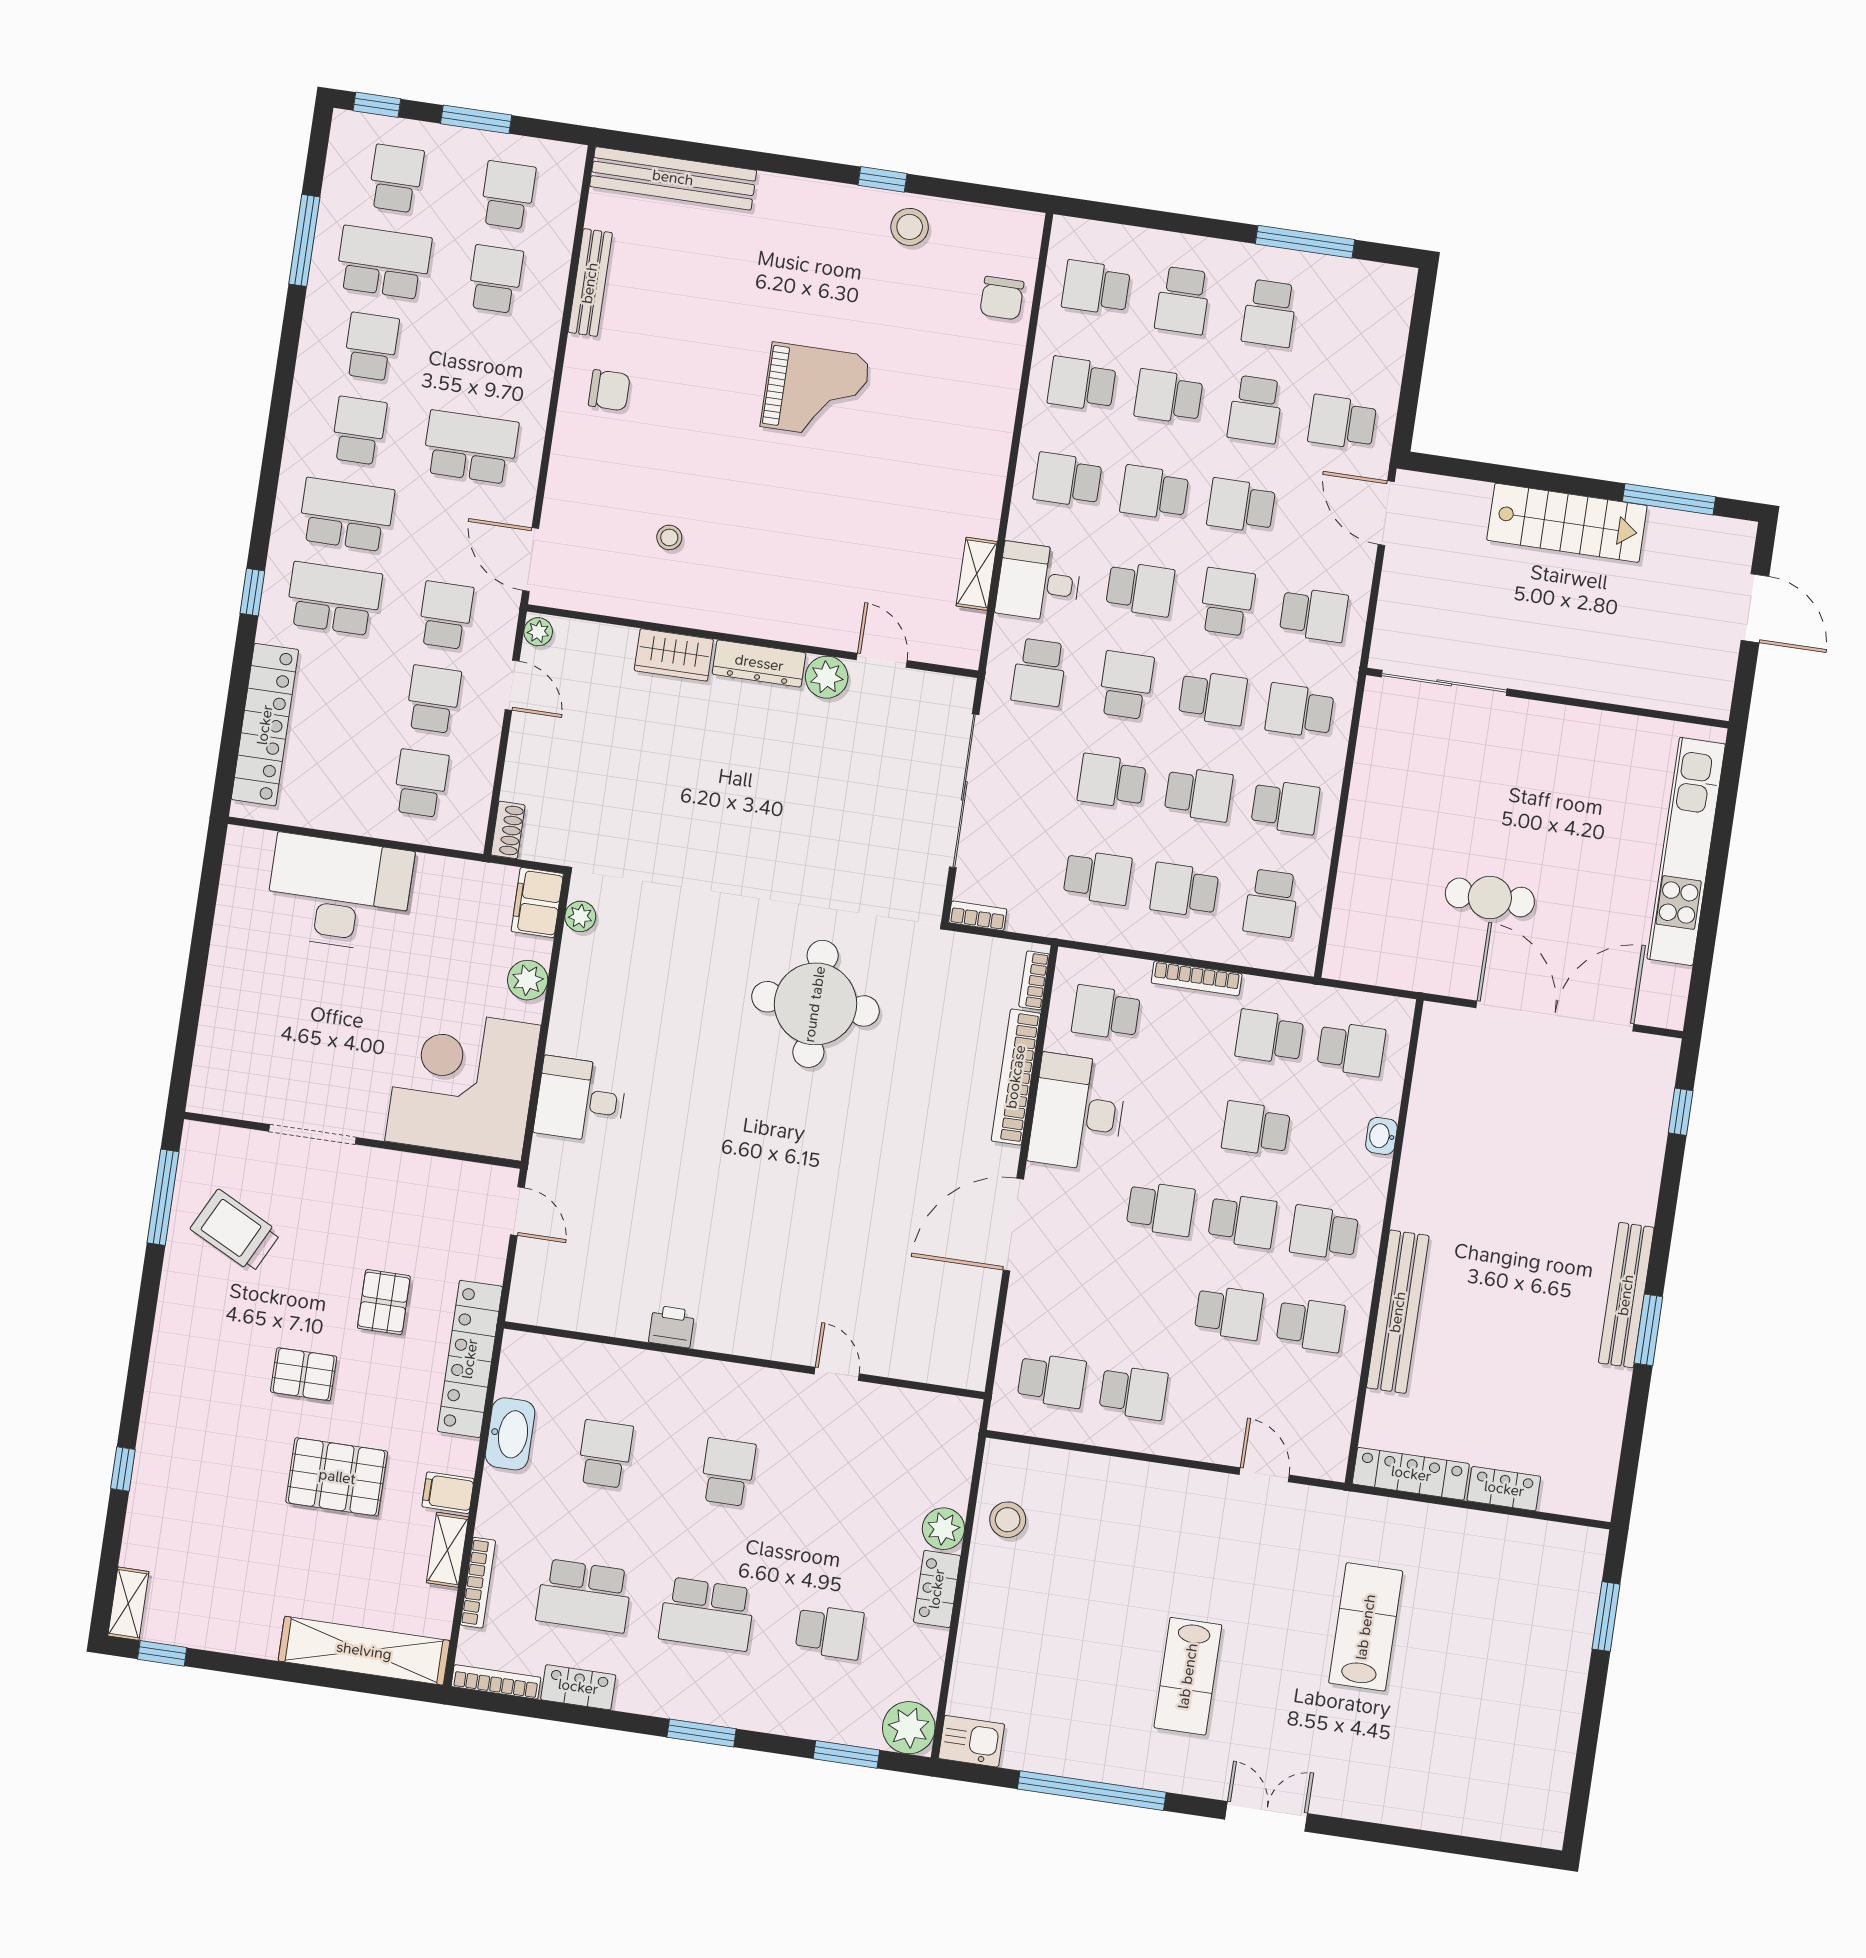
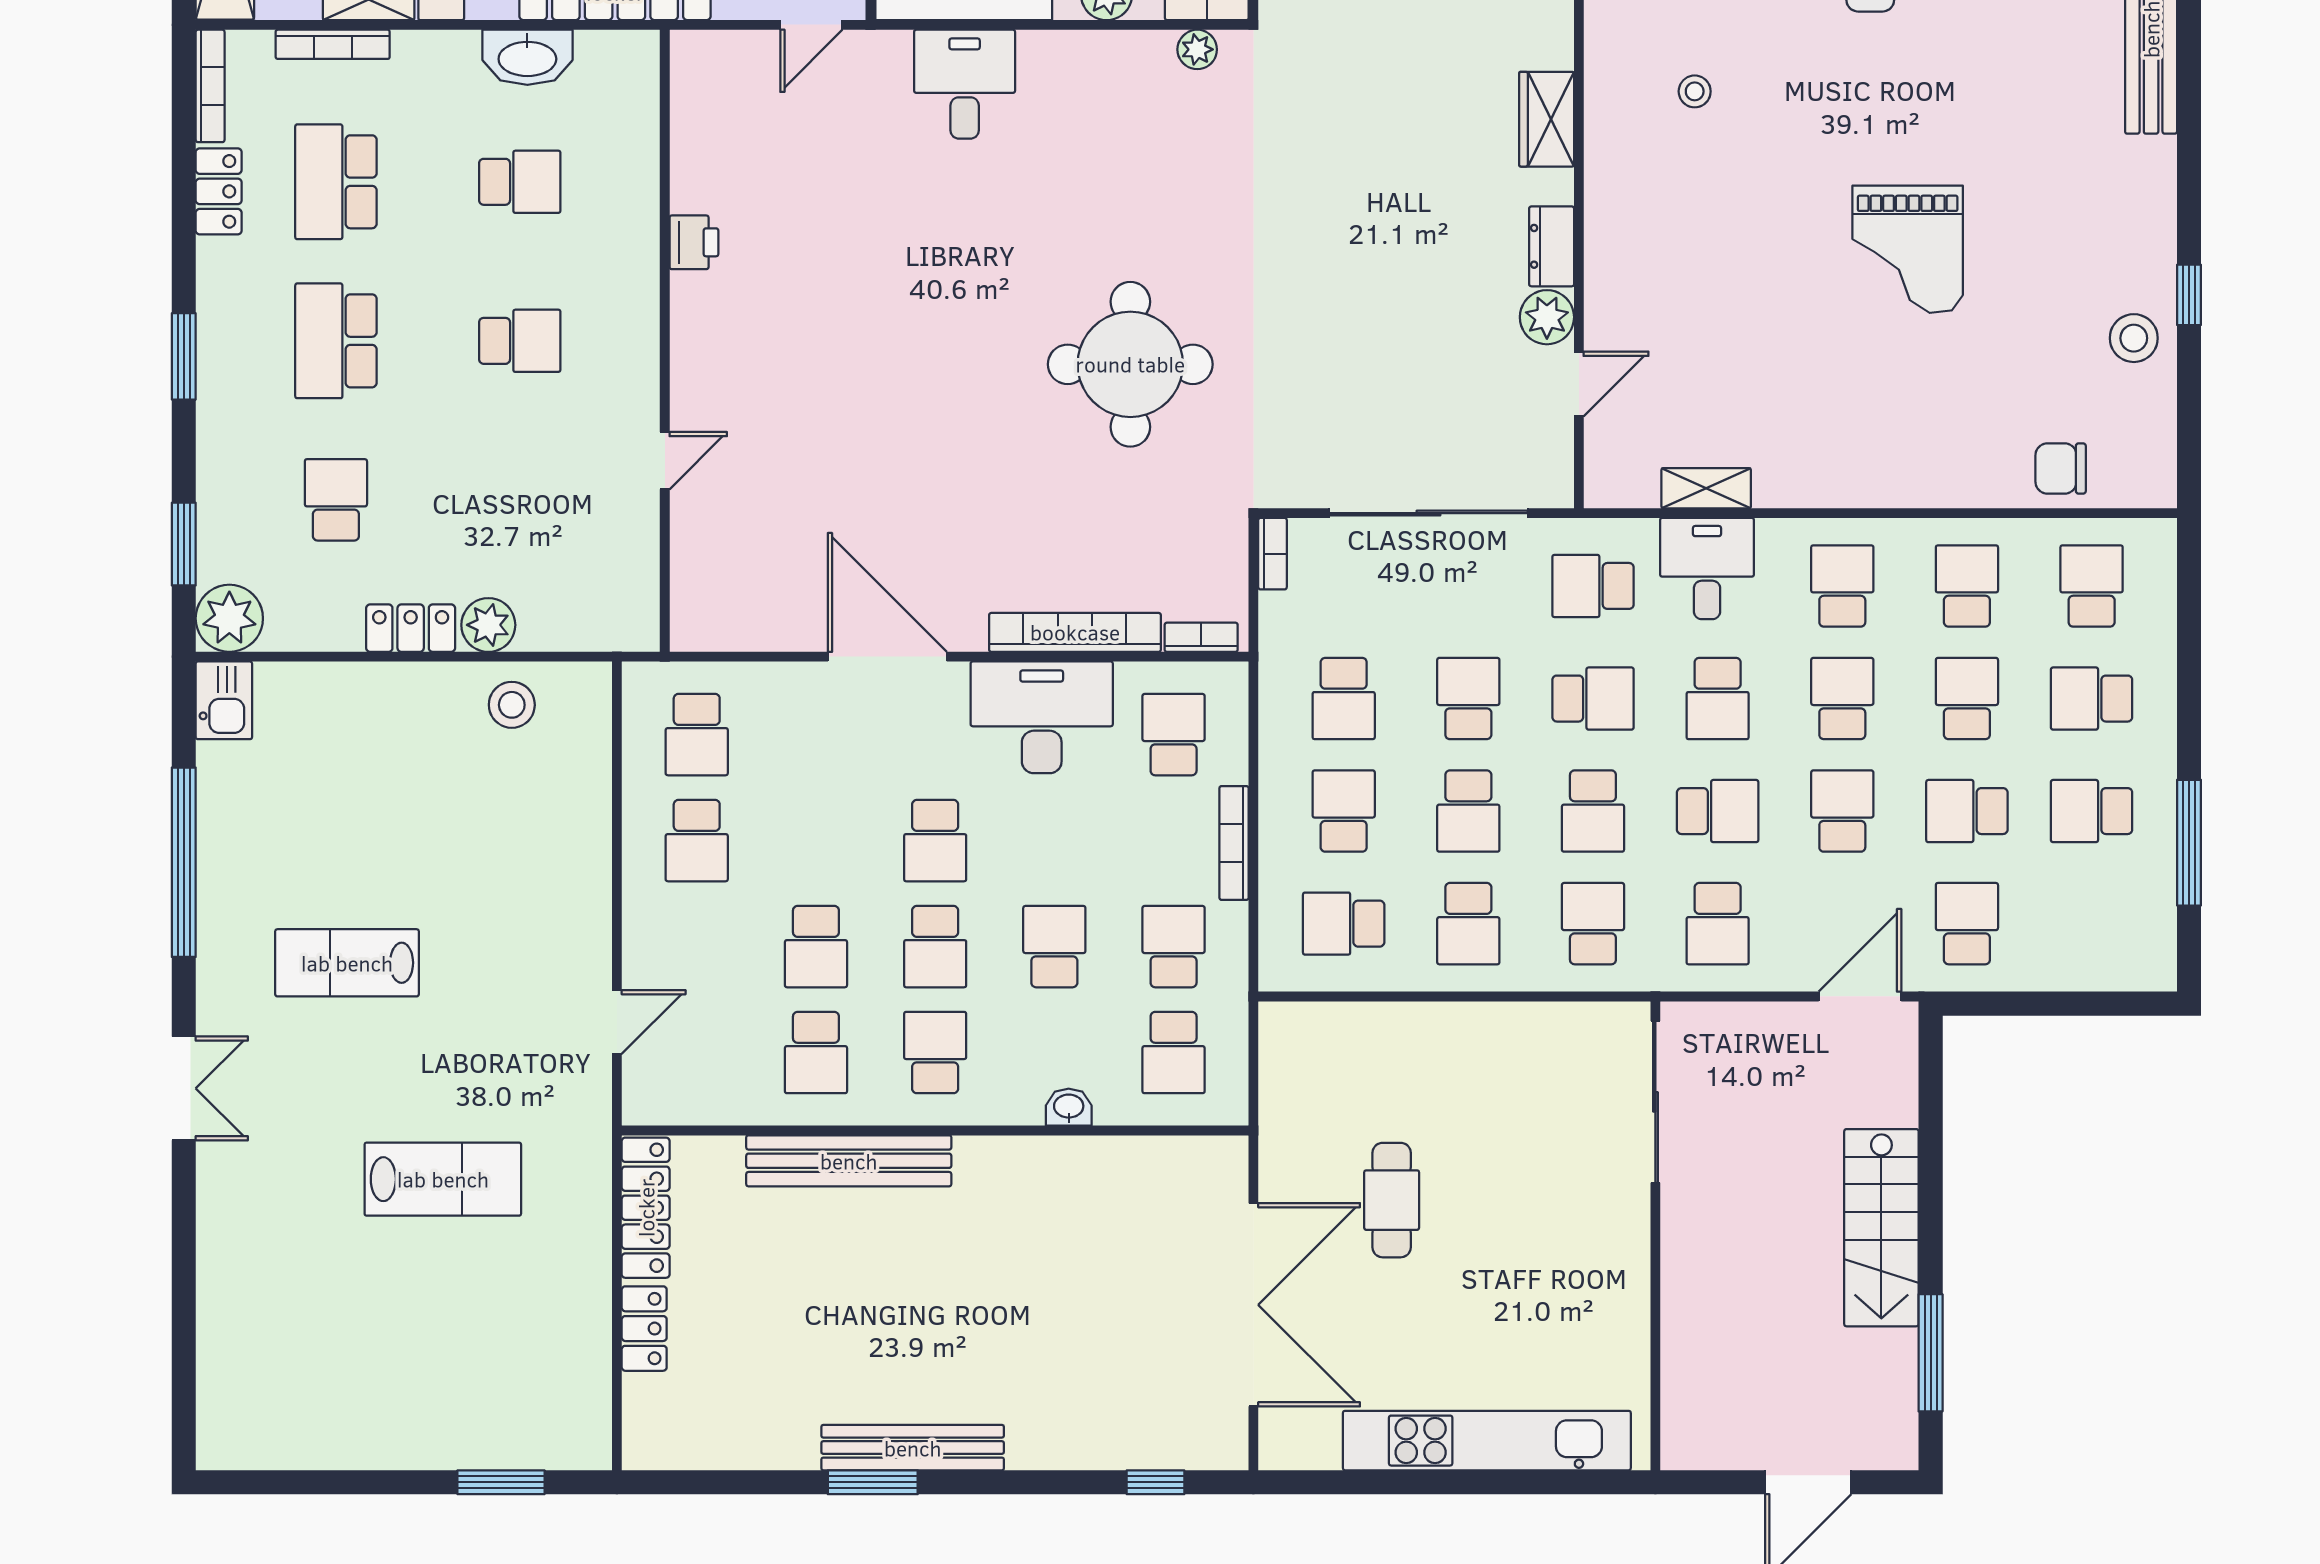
dresser: (759, 663) -> (1552, 246), width x0.70
school desk: (830, 1632) -> (336, 500), turned 180

